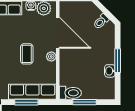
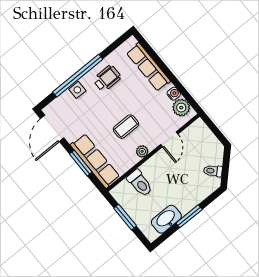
door: (58, 33) -> (169, 139), width x0.53
washbasin: (110, 71) -> (166, 219), width x1.91, depth x1.45
toilet: (70, 93) -> (140, 183), moved

